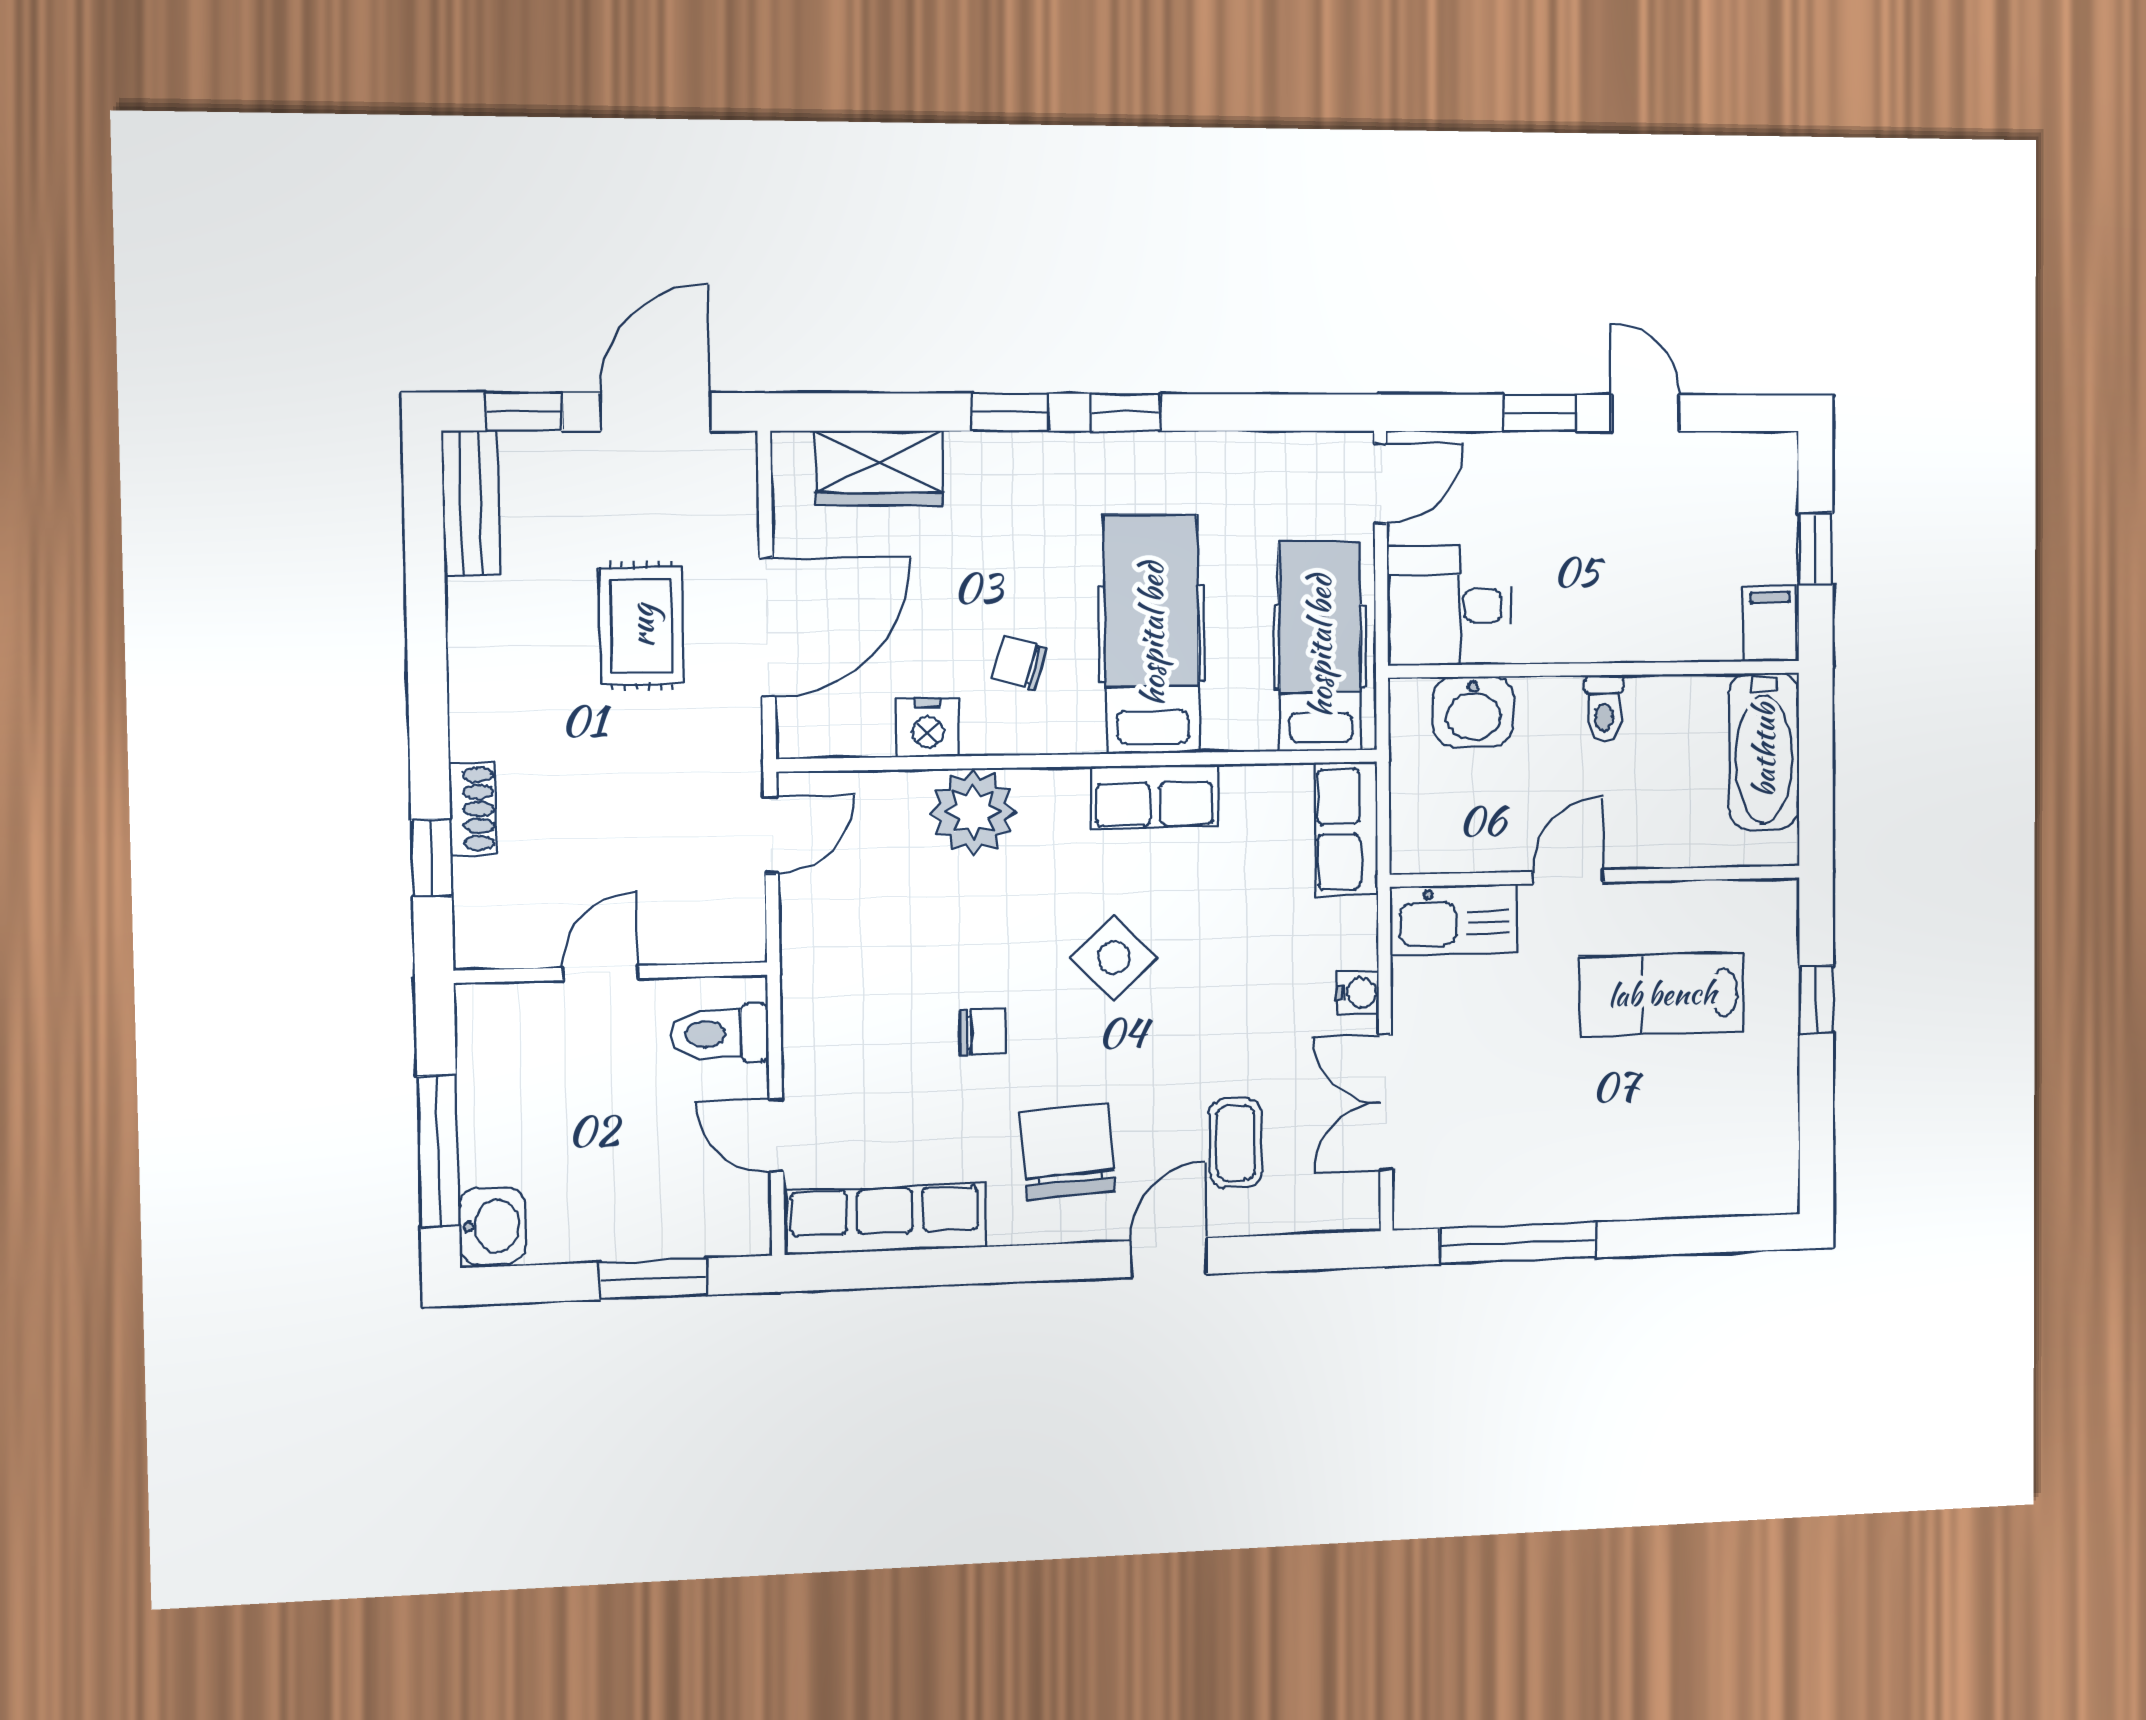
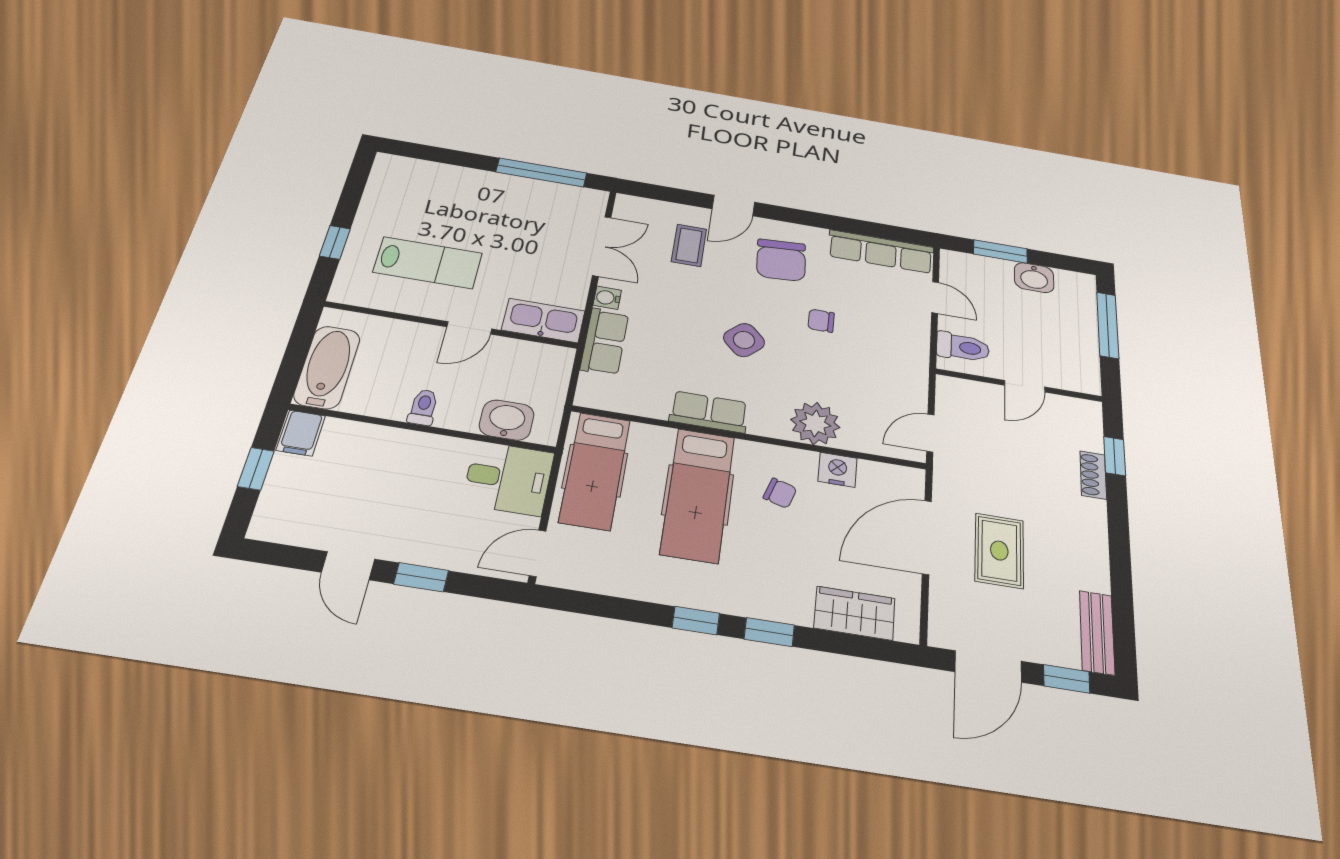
row of seats: (1346, 829) -> (605, 342), moved
washbasin: (492, 1226) -> (1034, 278), moved, turned -90

